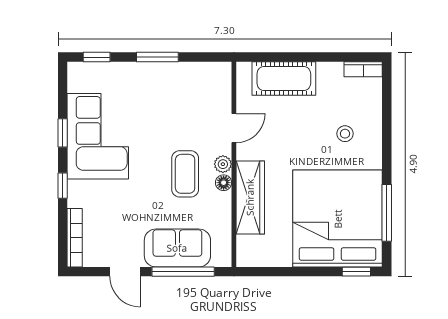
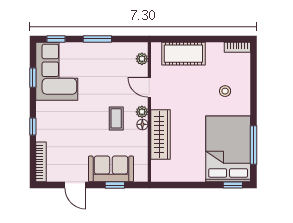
plant: (223, 86) -> (142, 59), added
door: (234, 128) -> (149, 87), swing flipped
window: (63, 133) -> (33, 78), moved
corner sofa: (98, 136) -> (57, 71), moved
coffee table: (185, 174) -> (116, 118), width x0.73, depth x0.77
bed: (338, 219) -> (228, 149), width x0.73
window: (183, 272) -> (115, 185), width x0.46

